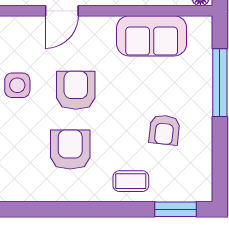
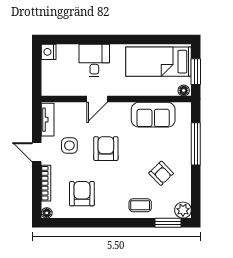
armchair: (164, 130) -> (161, 173), turned -50
armchair: (70, 149) -> (82, 194), moved
plant: (199, 189) -> (183, 210), added

